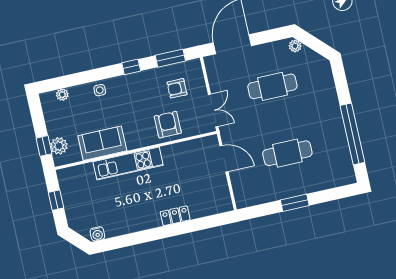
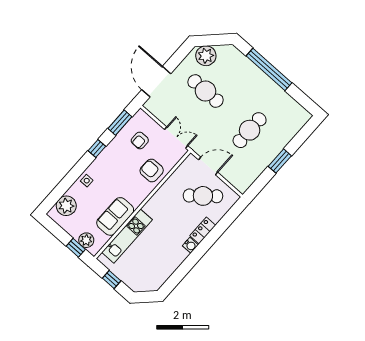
plant: (295, 46) -> (206, 56), width x1.87, depth x1.87
cafe table: (272, 86) -> (205, 91), turned 90
plant: (62, 95) -> (66, 206), width x1.87, depth x1.87
window: (352, 134) -> (269, 69), moved
kitchen unit: (128, 164) -> (127, 236), moved
cafe table: (199, 183) -> (203, 196), added
water cooler: (97, 234) -> (190, 245), moved

